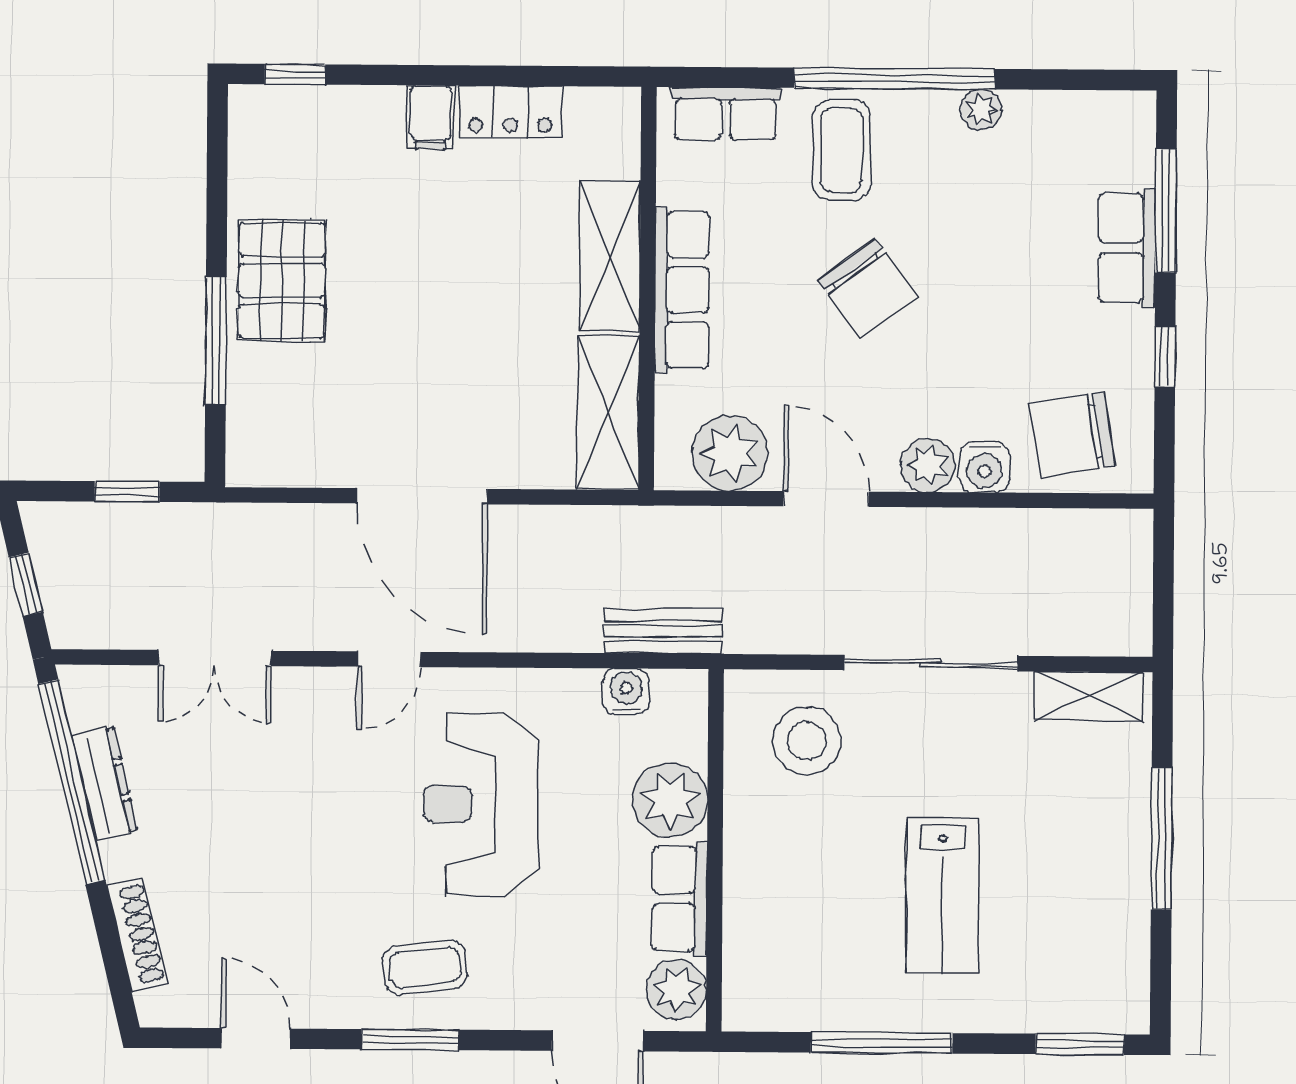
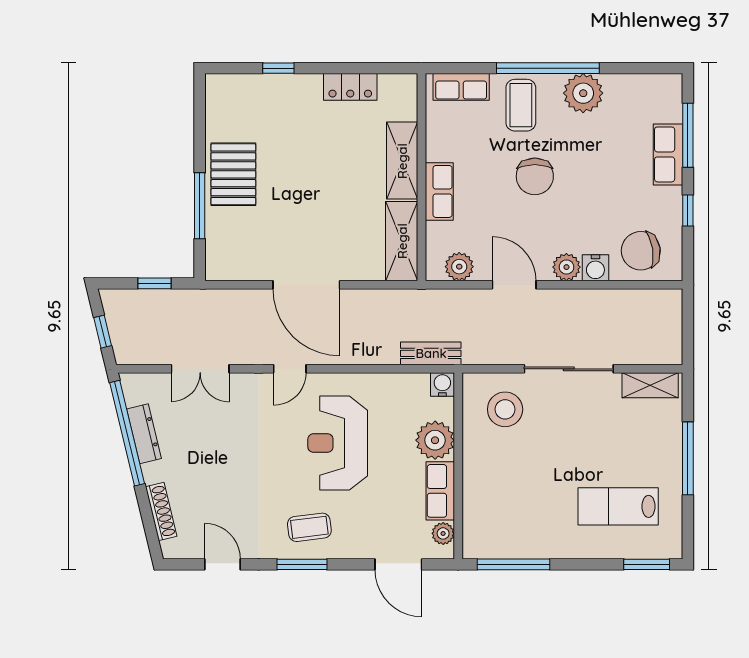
window: (295, 74) -> (278, 68), moved
plant: (981, 110) -> (583, 93), width x1.88, depth x1.88
filing cabinet: (431, 117) -> (309, 90), removed
chair: (868, 289) -> (535, 176), turned 36
row of seats: (682, 290) -> (439, 191), width x0.68
plant: (730, 453) -> (459, 267), width x0.73, depth x0.73
water cooler: (626, 692) -> (442, 385), moved
lab bench: (942, 896) -> (618, 506), moved, turned 90
plant: (676, 990) -> (443, 533), width x0.73, depth x0.73
window: (882, 1043) -> (514, 564), moved

